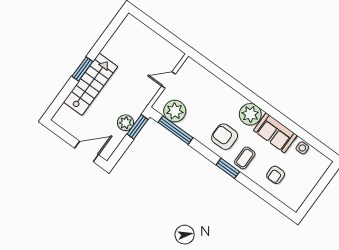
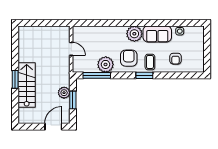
door: (168, 80) -> (71, 49), swing flipped
plant: (175, 111) -> (106, 64), moved
window: (137, 127) -> (73, 100), moved
armchair: (225, 137) -> (129, 58), turned 90

